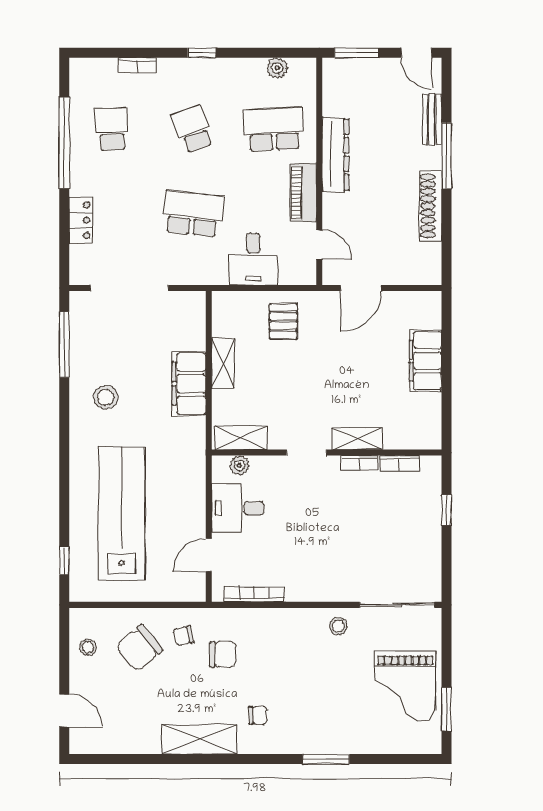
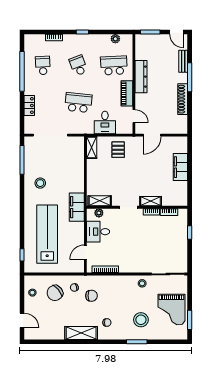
shelving: (223, 363) -> (92, 147), moved
filing cabinet: (189, 384) -> (77, 207), moved
stool: (335, 709) -> (141, 320), added

